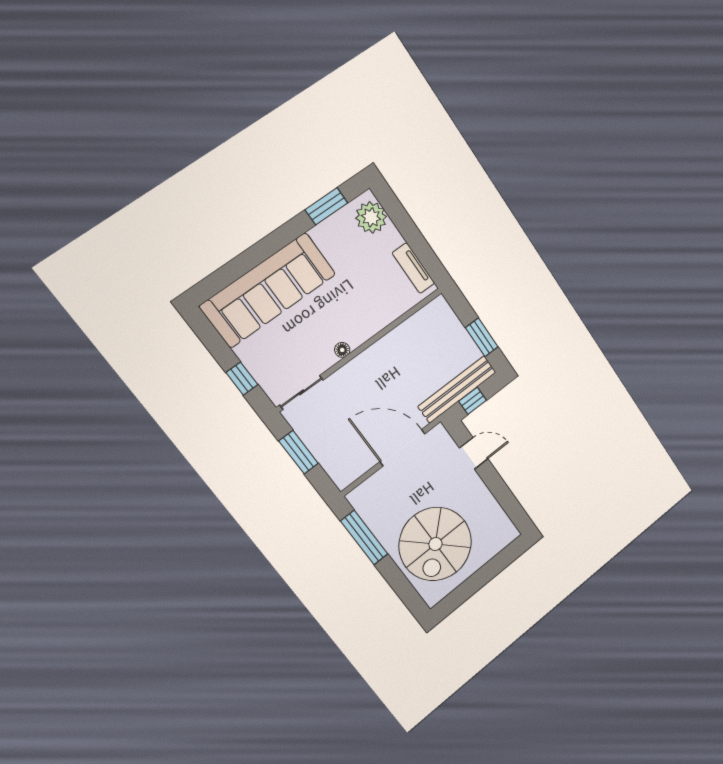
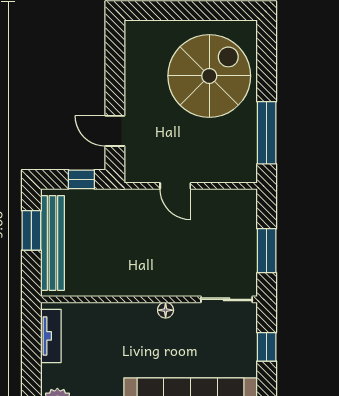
bench: (457, 389) -> (52, 243), moved, turned 90
door: (402, 448) -> (175, 186), width x0.53

